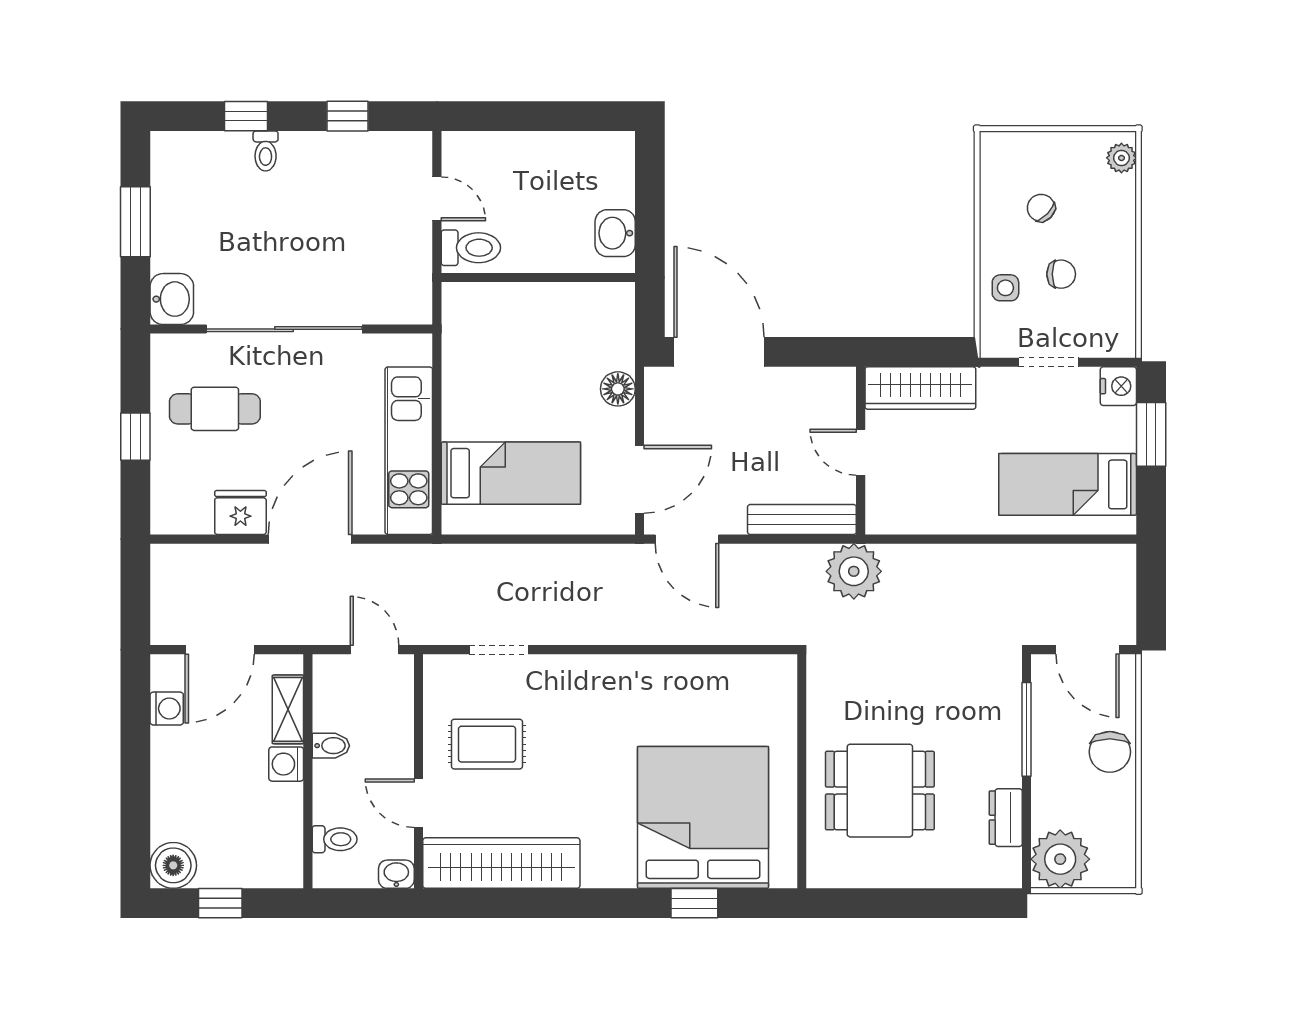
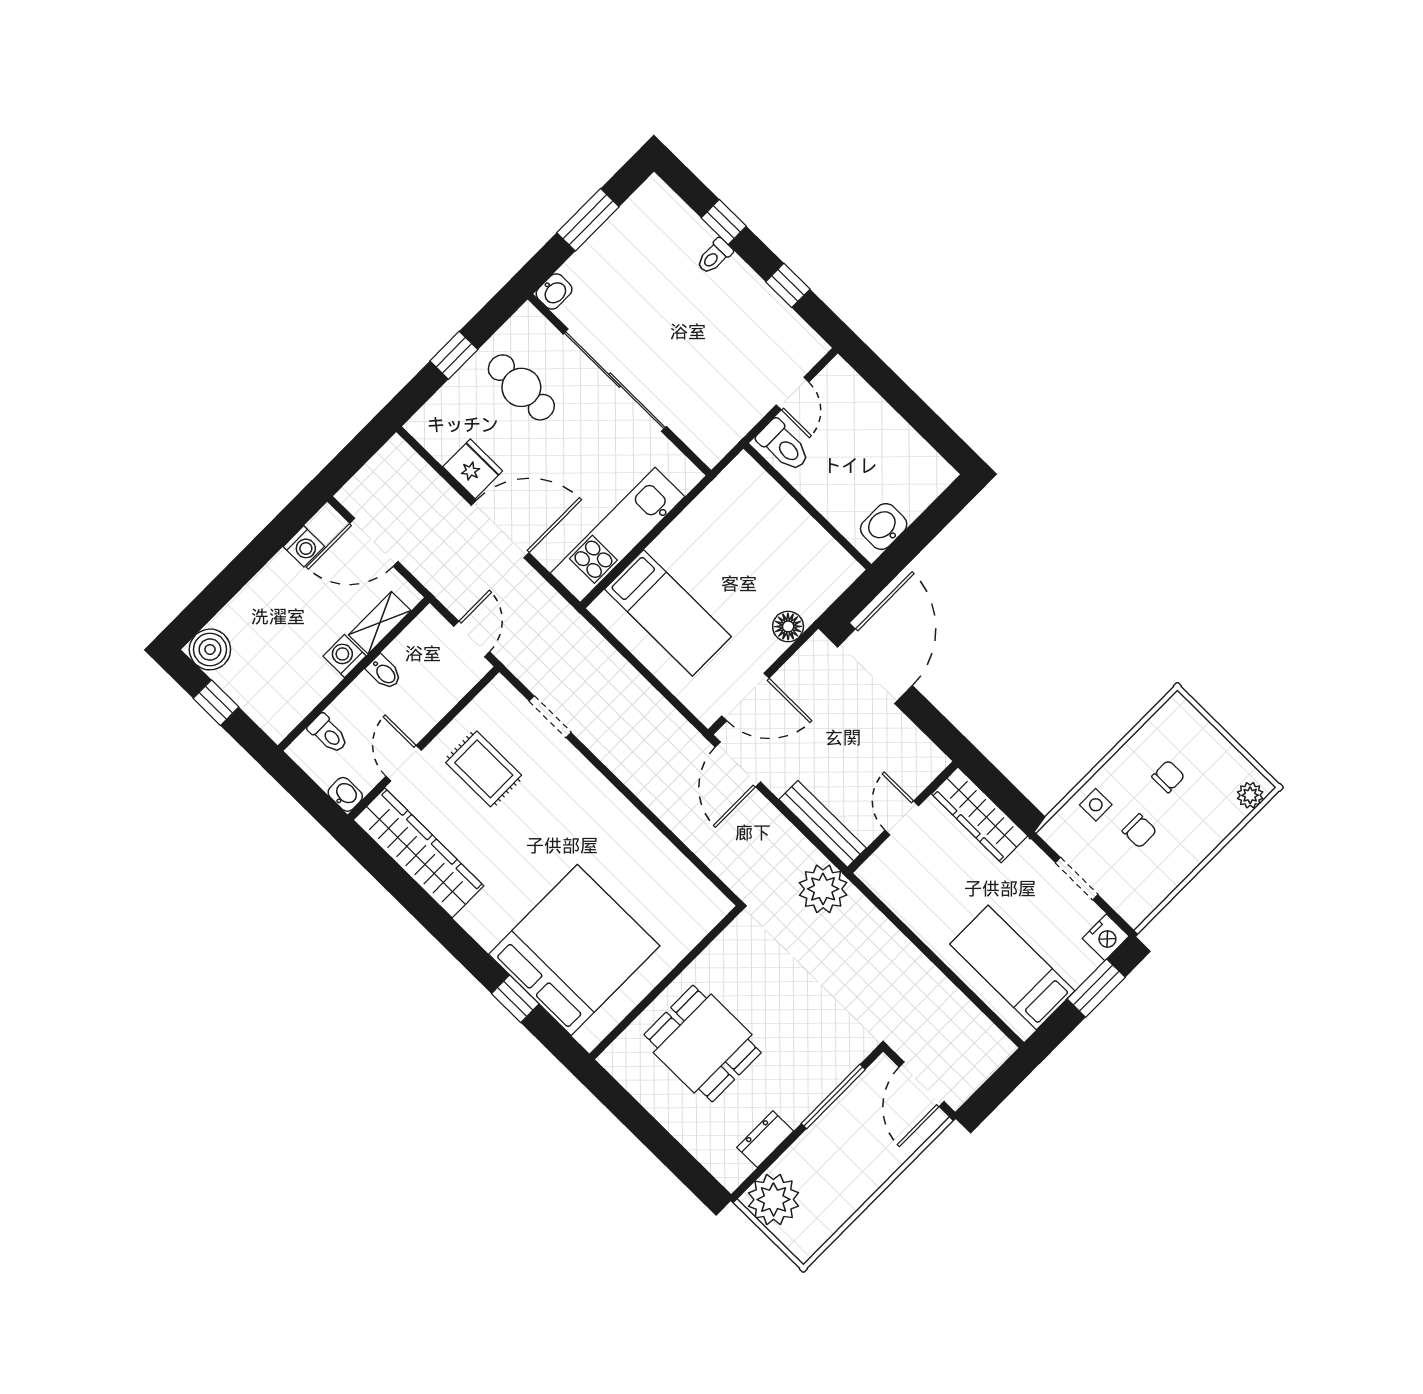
chair: (1041, 208) -> (1168, 776), turned 46
washbasin: (172, 299) -> (554, 292), width x0.72, depth x0.69
chair: (1110, 752) -> (872, 1163), removed

